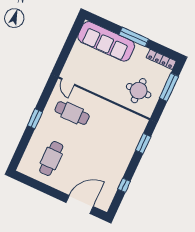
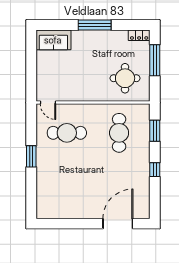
sofa: (106, 41) -> (53, 40), width x0.54, depth x0.79
locker: (161, 59) -> (139, 35), width x0.66
cafe table: (51, 159) -> (119, 133), moved
window: (124, 185) -> (155, 170), moved

